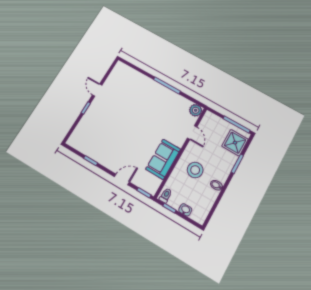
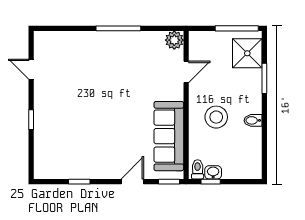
door: (97, 90) -> (31, 69), moved
door: (192, 133) -> (186, 72), hinge flipped
sofa: (163, 159) -> (169, 136), width x1.36
washbasin: (185, 210) -> (213, 172), moved

